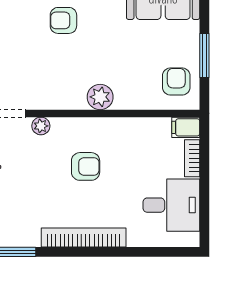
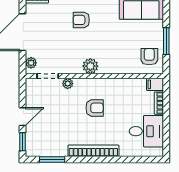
plant: (100, 97) -> (90, 66), moved

